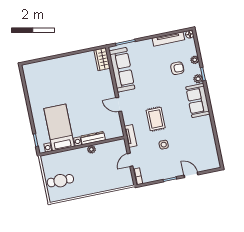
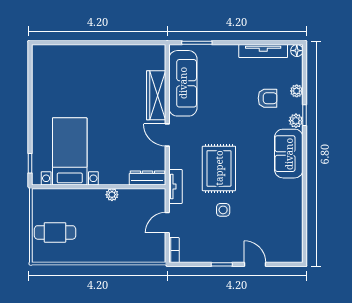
wardrobe: (102, 59) -> (156, 95), moved, width x1.50
rug: (156, 119) -> (219, 168), width x1.36, depth x1.43
dresser: (93, 138) -> (147, 178), moved

